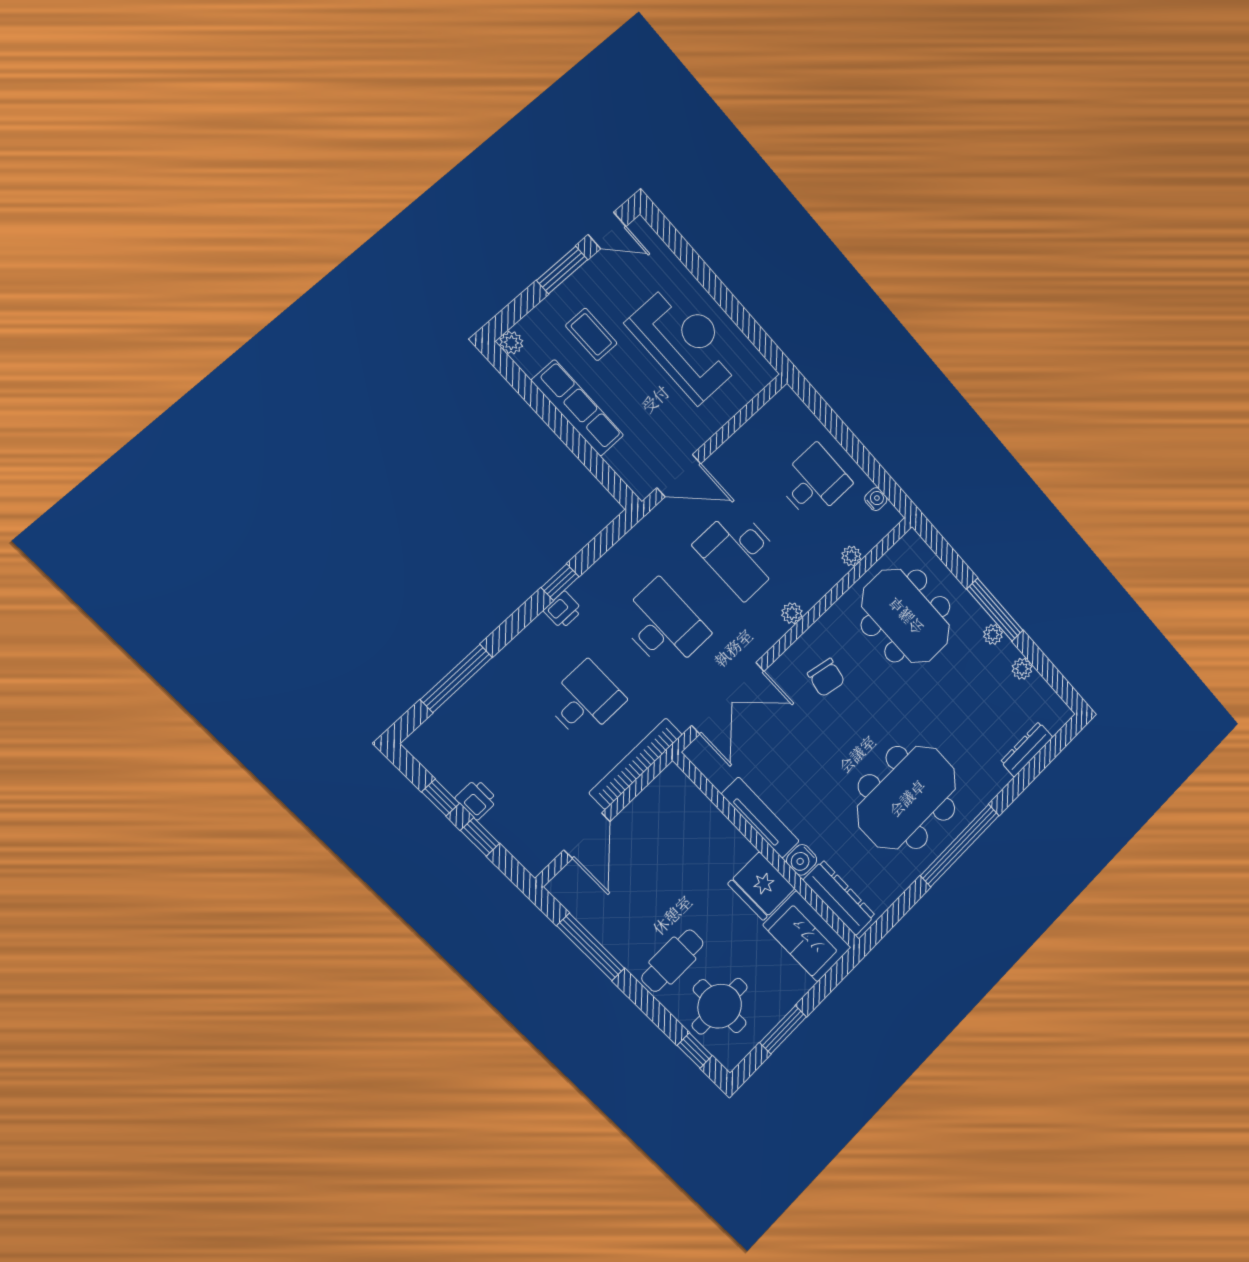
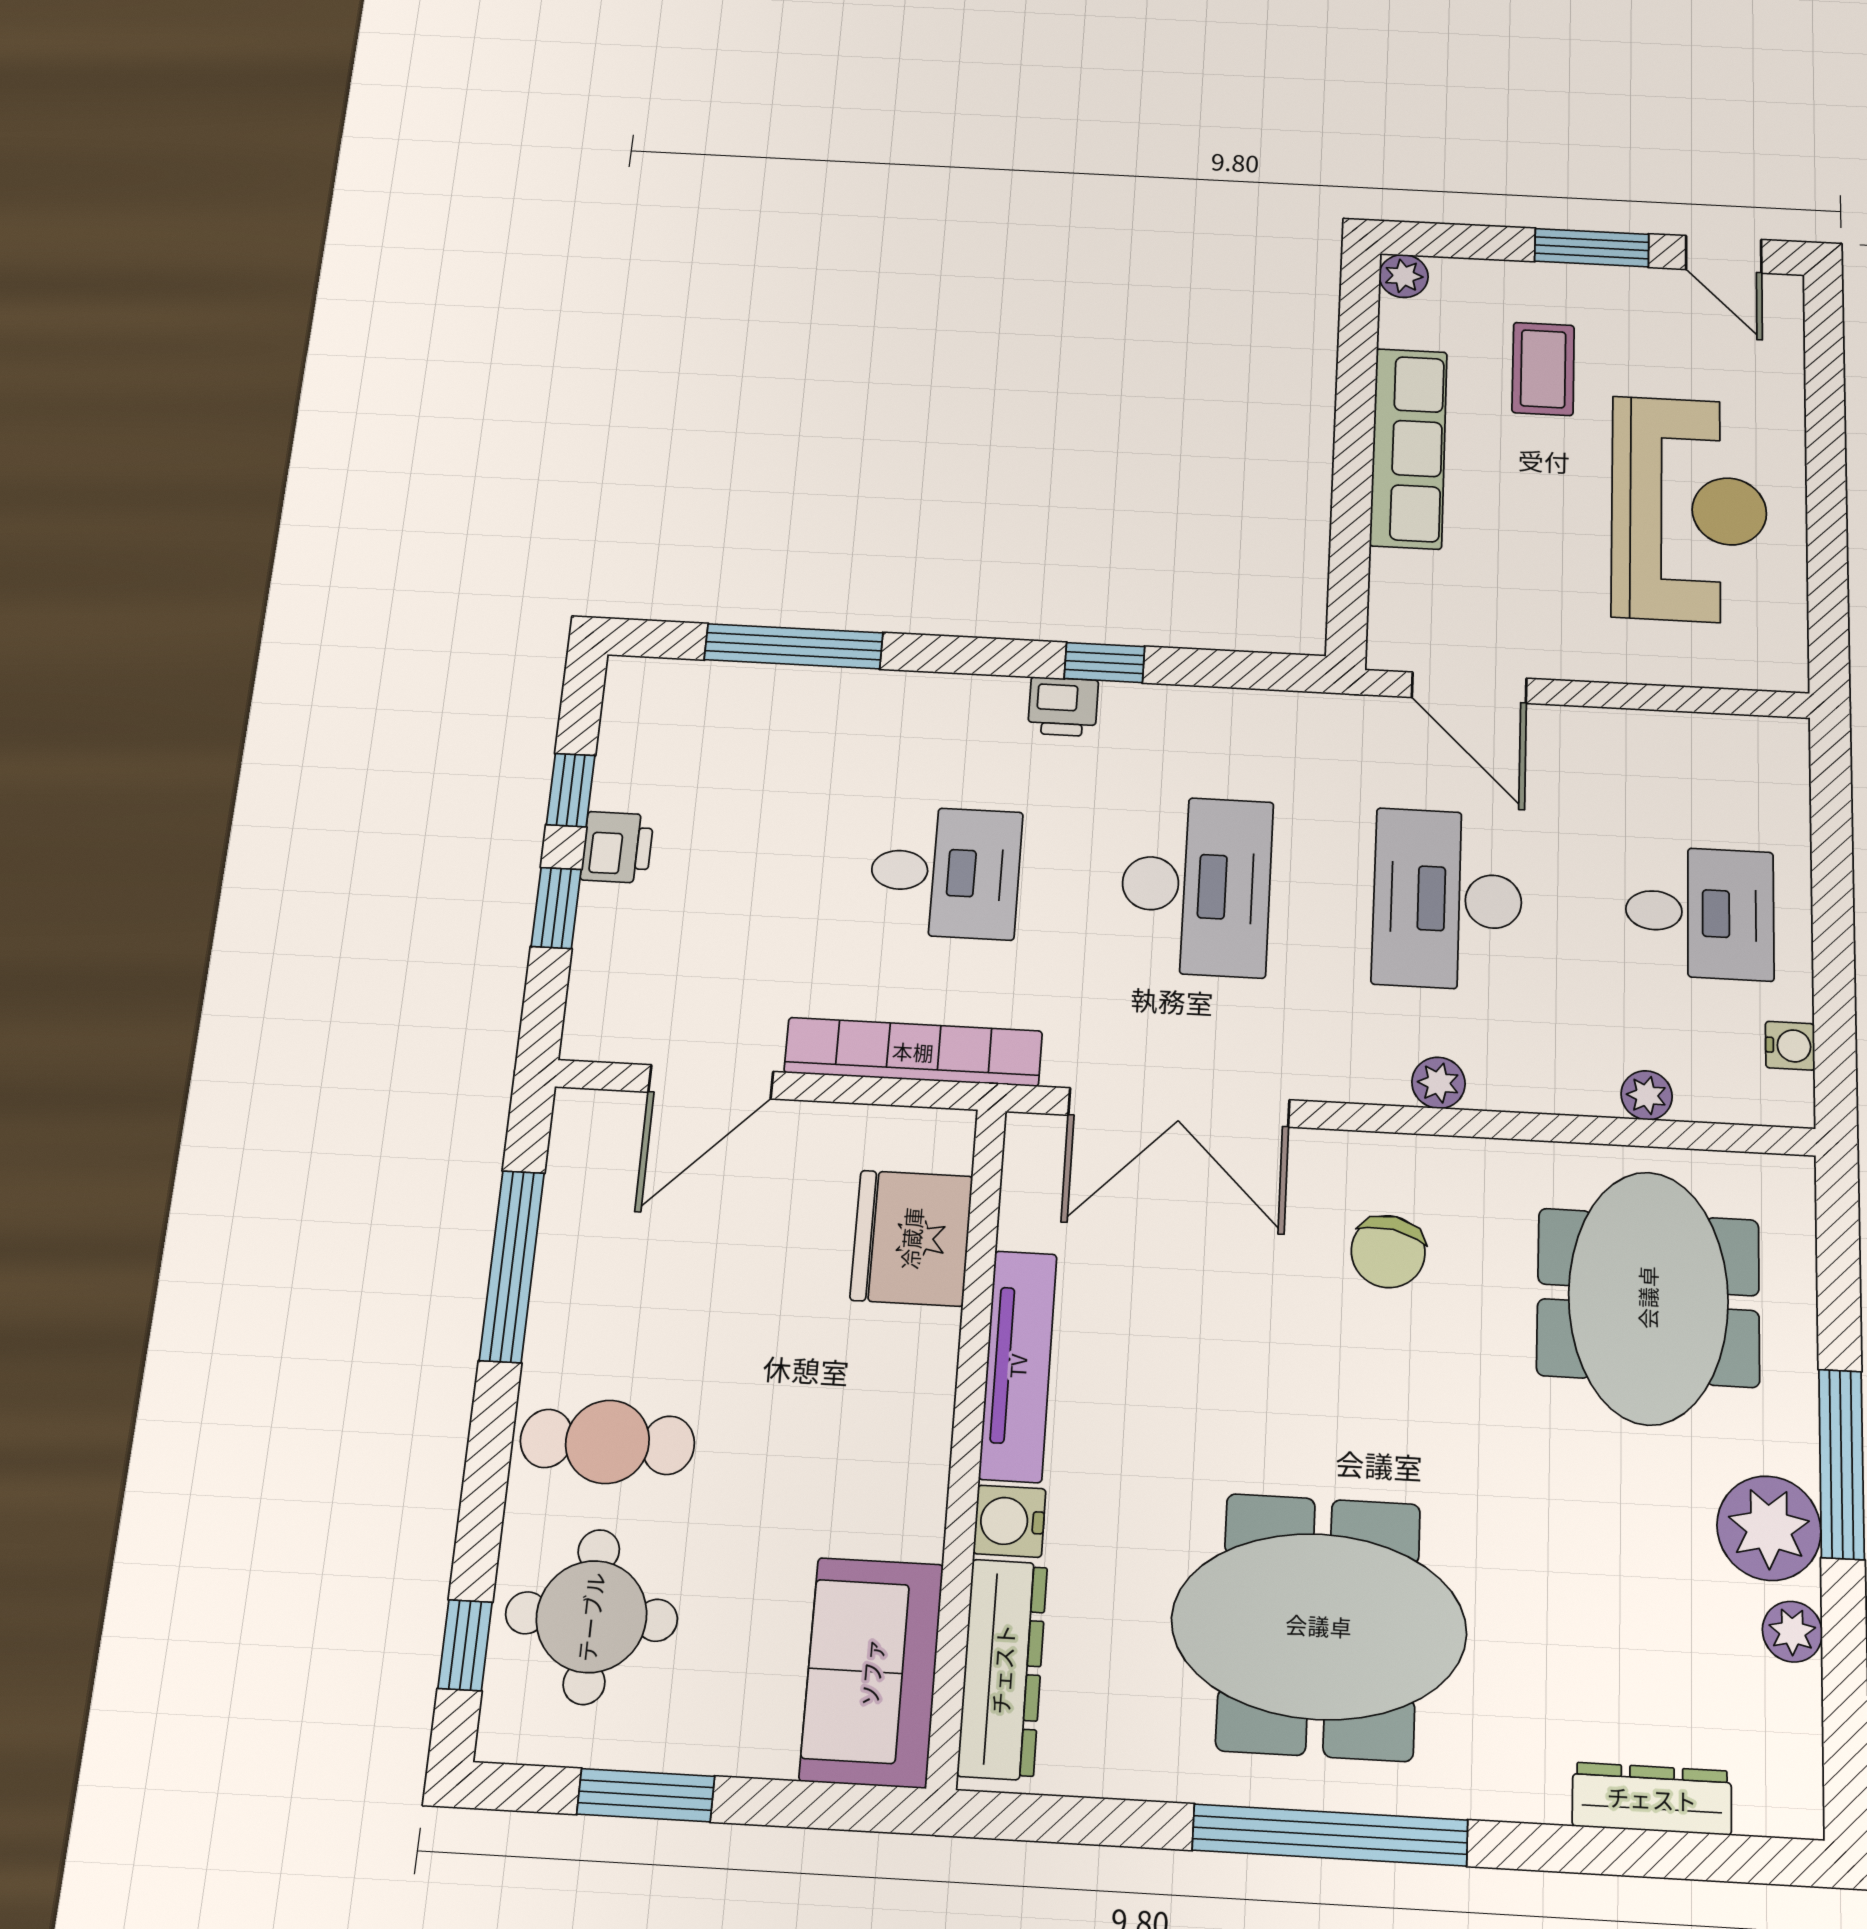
plant: (993, 634) -> (1769, 1528), width x1.88, depth x1.88
fridge: (761, 886) -> (912, 1238), moved

